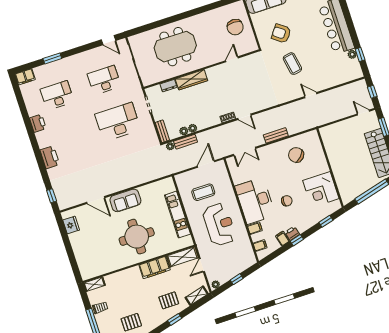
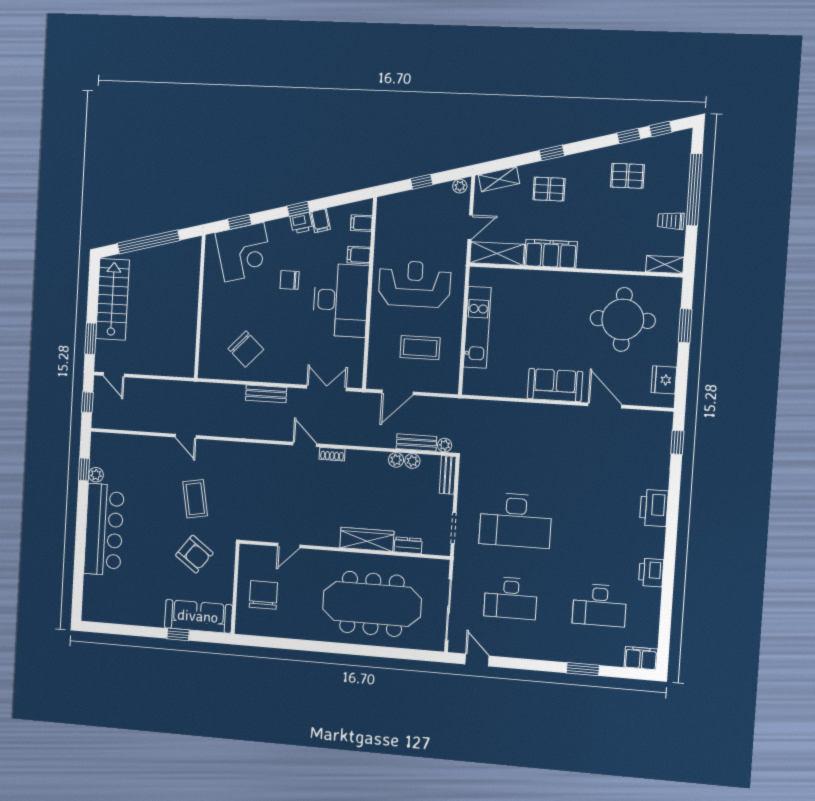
meeting table: (175, 47) -> (372, 604), width x1.36
corner desk: (321, 189) -> (244, 252), moved, turned 75
reception desk: (219, 224) -> (415, 284), turned 90
round table: (137, 237) -> (623, 319), moved
window: (72, 257) -> (685, 326), added

